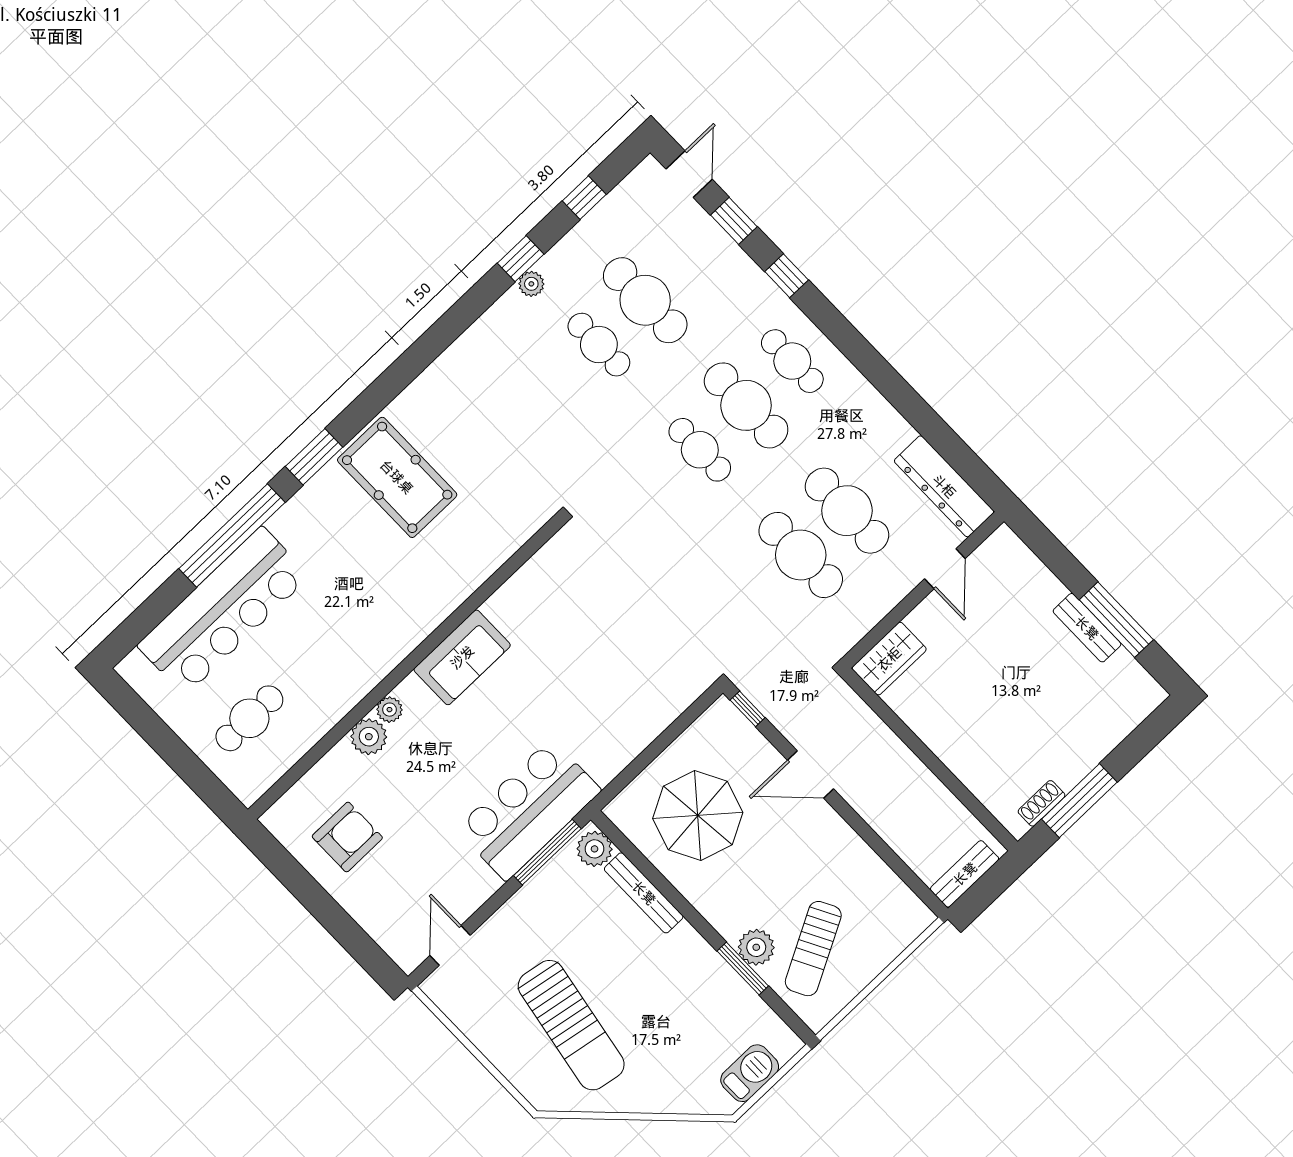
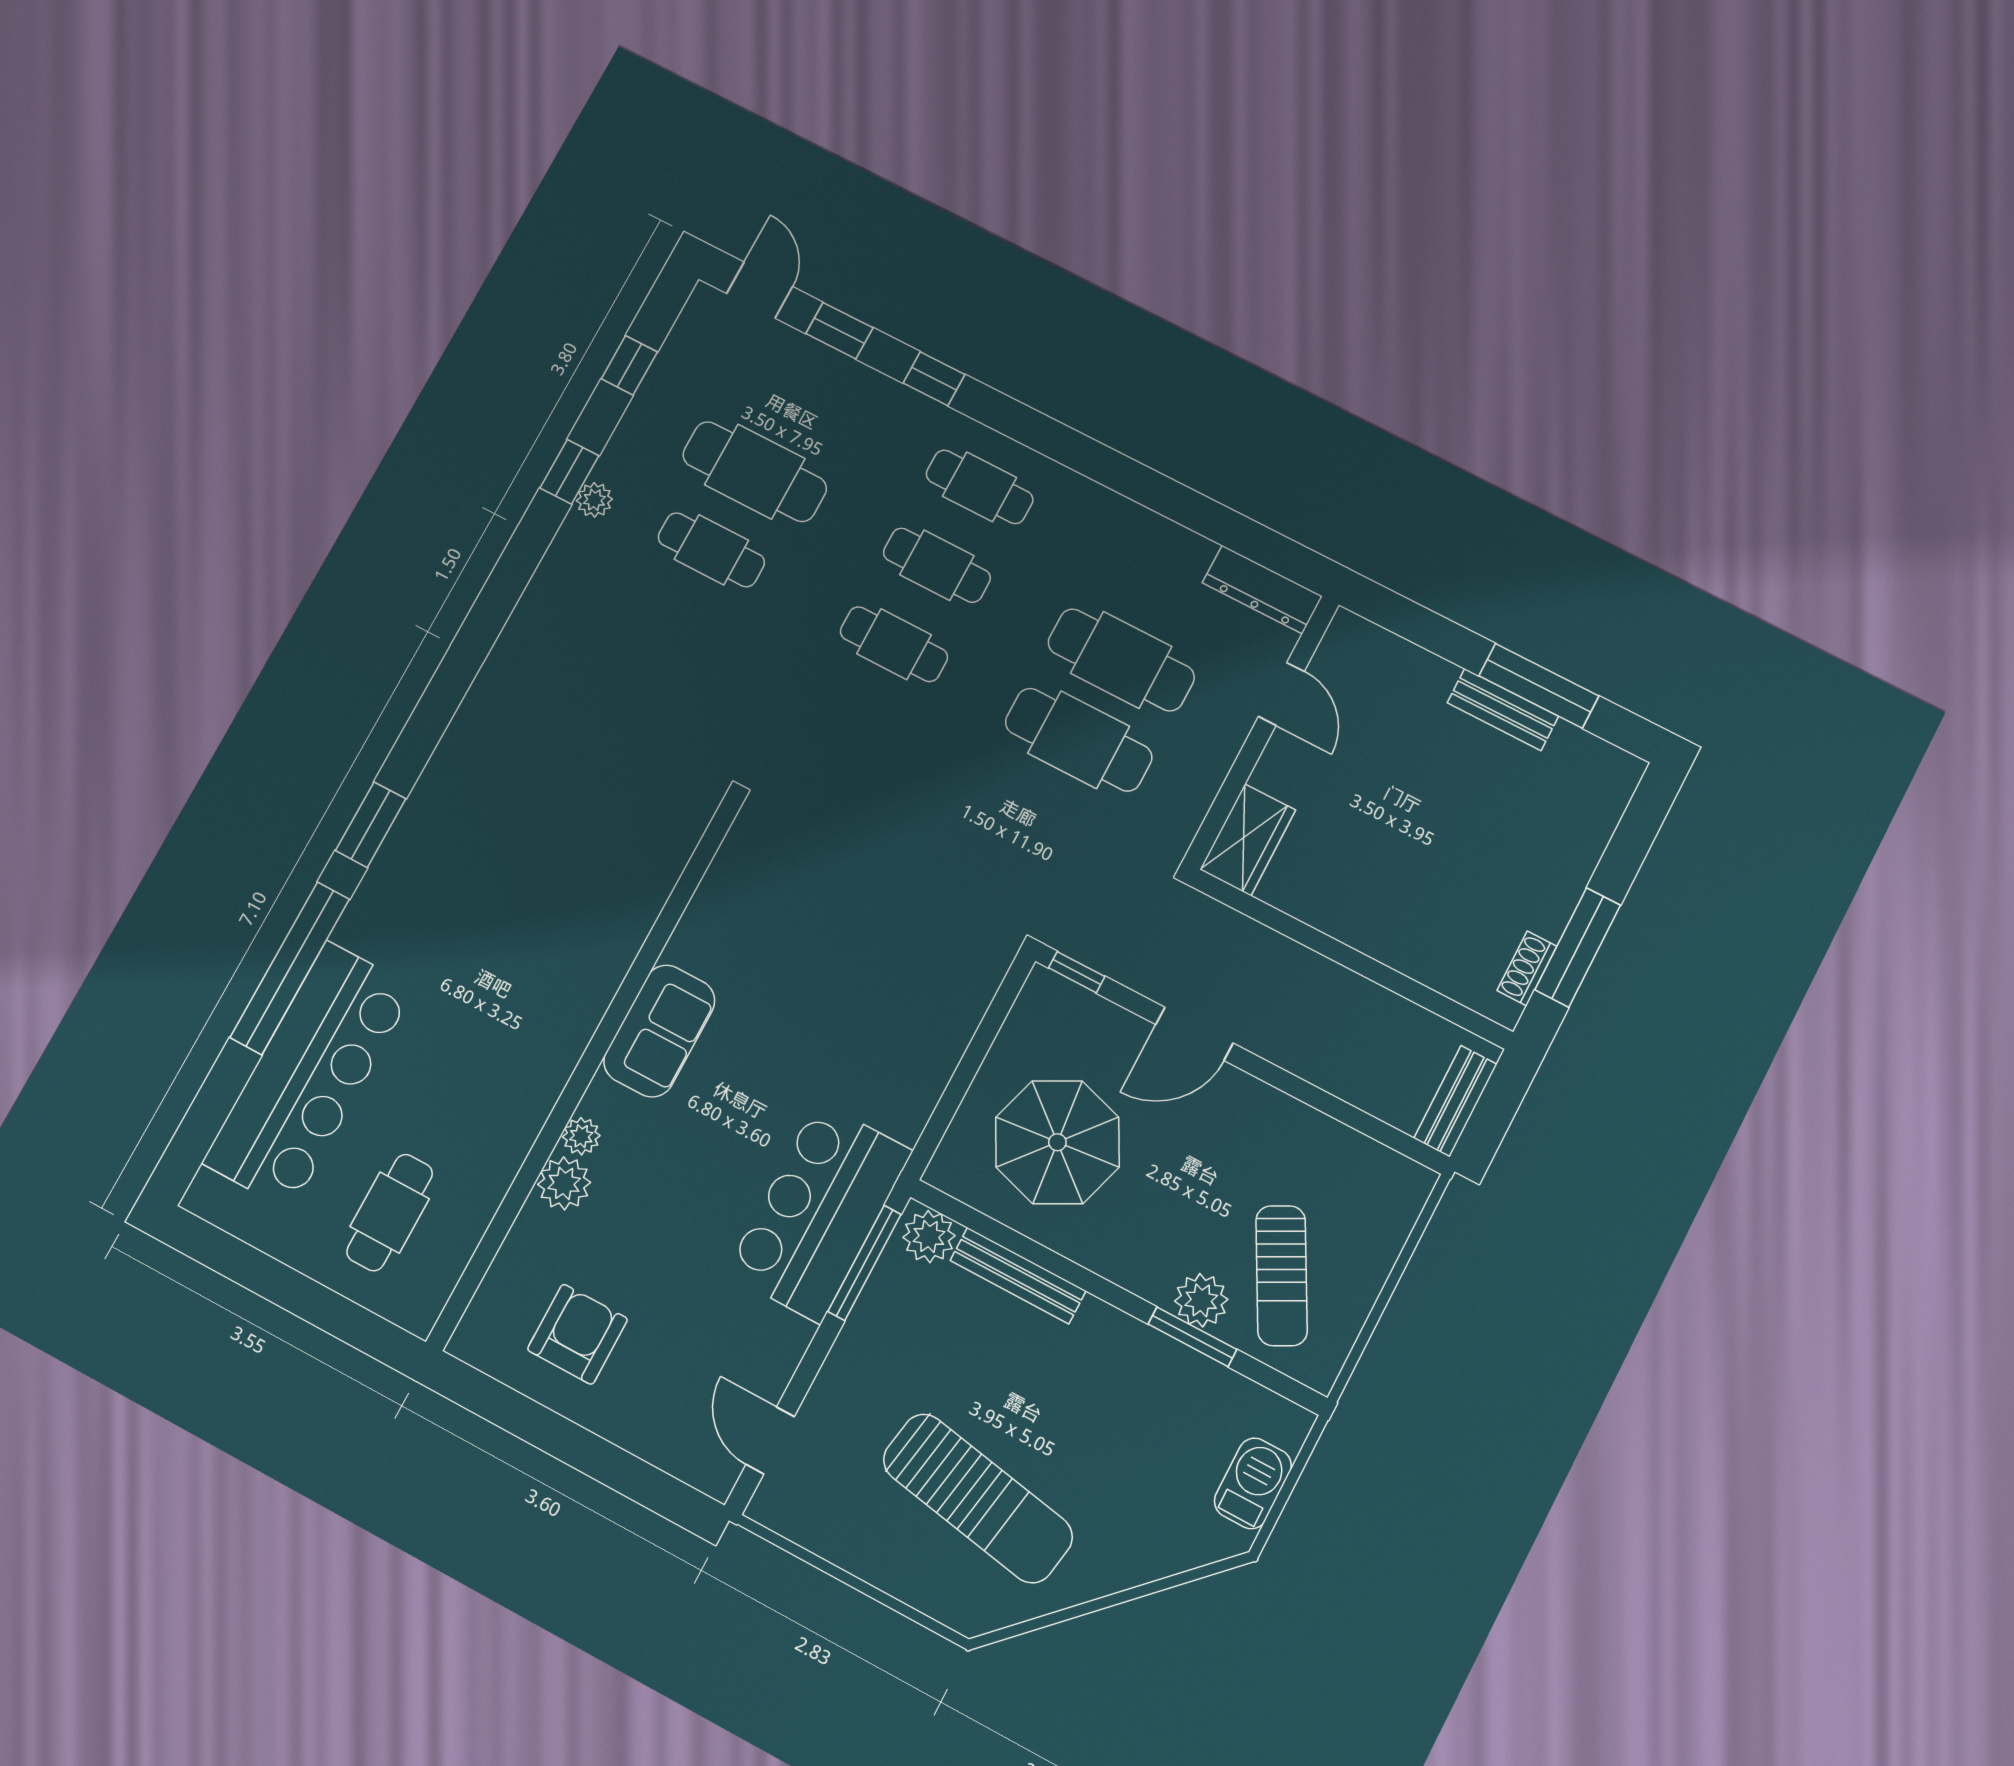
cafe table: (746, 405) -> (937, 565), width x0.73, depth x0.74
pool table: (397, 477) -> (493, 815), removed
dresser: (944, 486) -> (1262, 589), width x0.73, depth x0.80

